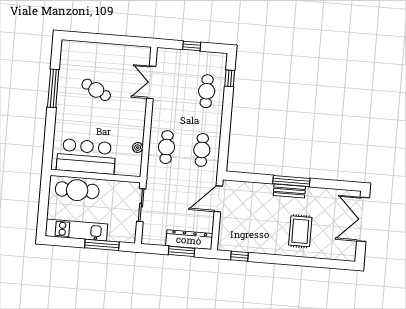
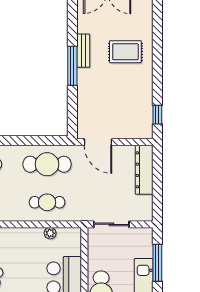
cafe table: (202, 150) -> (47, 164), width x1.37, depth x1.35
bench: (289, 191) -> (83, 51), moved
window: (181, 251) -> (157, 177), removed

